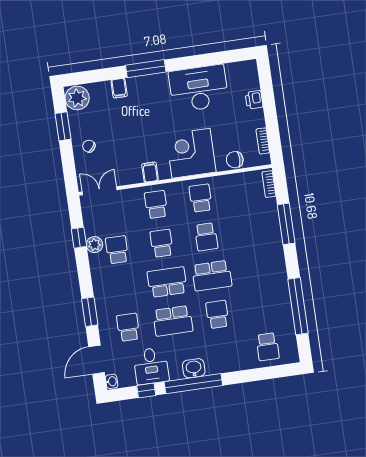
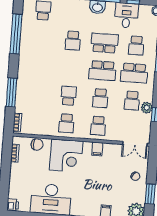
printer: (254, 100) -> (13, 205), moved
school desk: (212, 276) -> (134, 73), moved, turned 180

